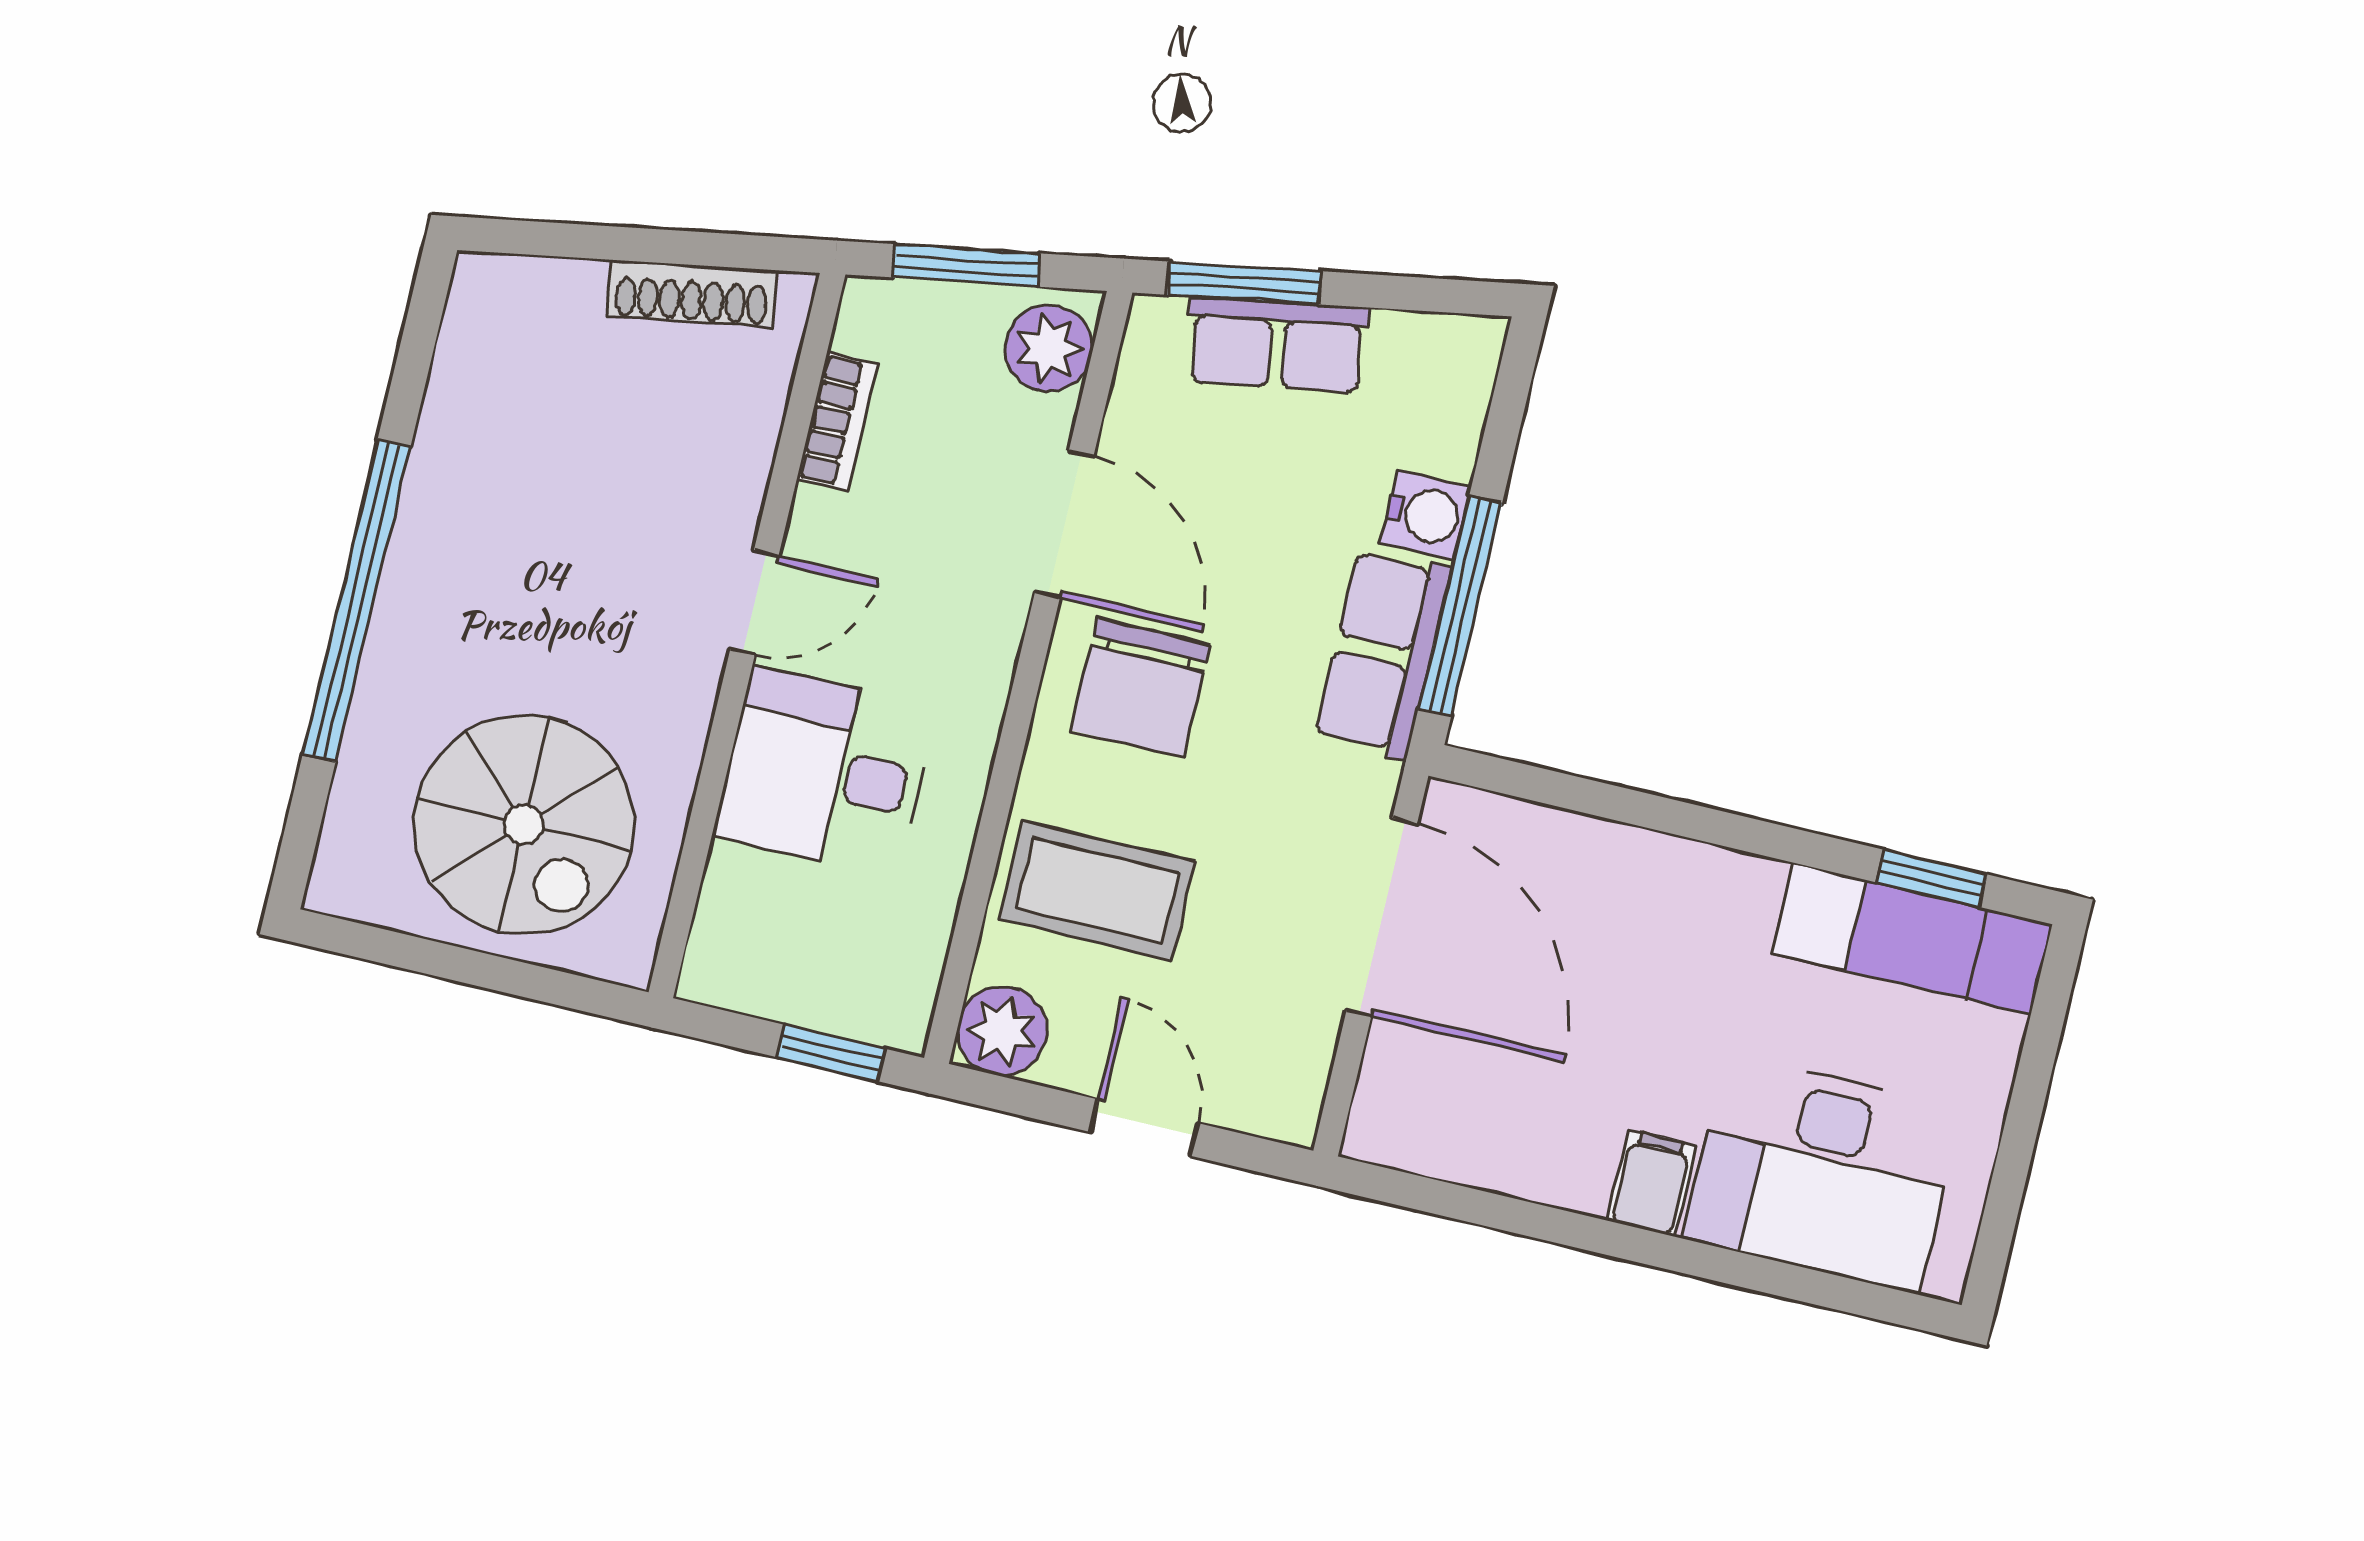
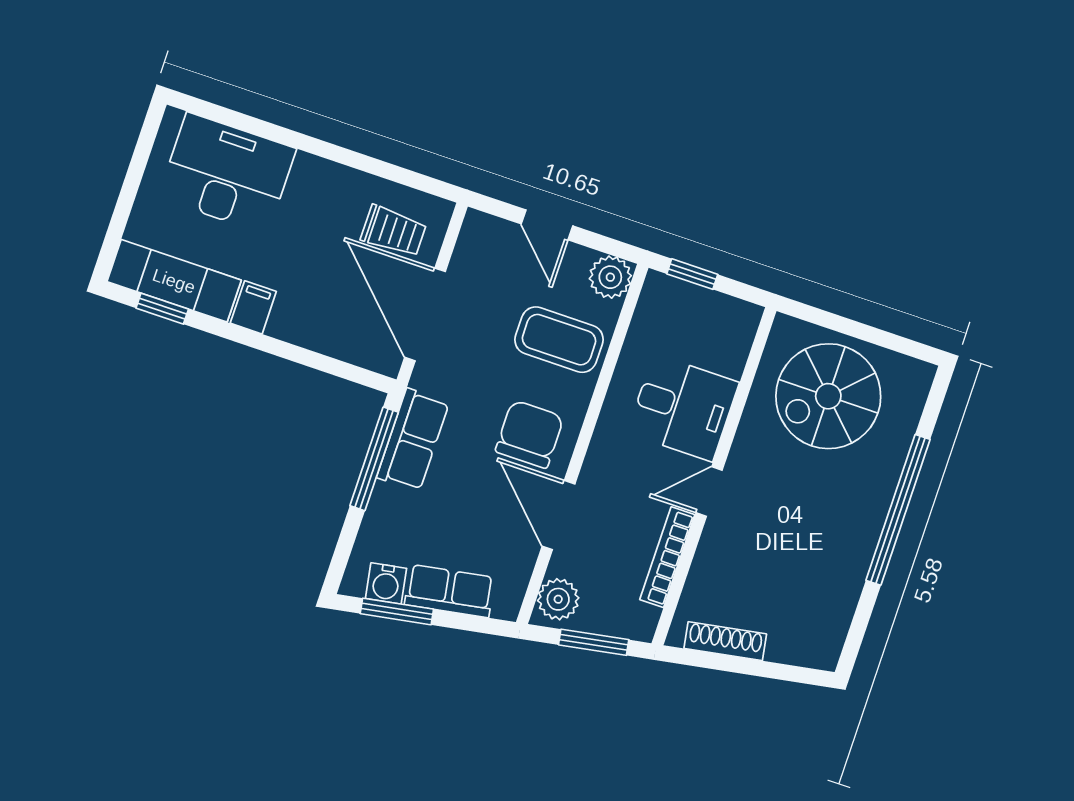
window: (1244, 283) -> (397, 611), moved
bookcase: (837, 421) -> (667, 557), width x1.56
water cooler: (1426, 515) -> (386, 583), moved, turned -100
spiral stairs: (524, 825) -> (828, 396), turned -90
trolley: (1464, 1085) -> (394, 231), added
filing cabinet: (1652, 1183) -> (253, 307), moved, turned 180

